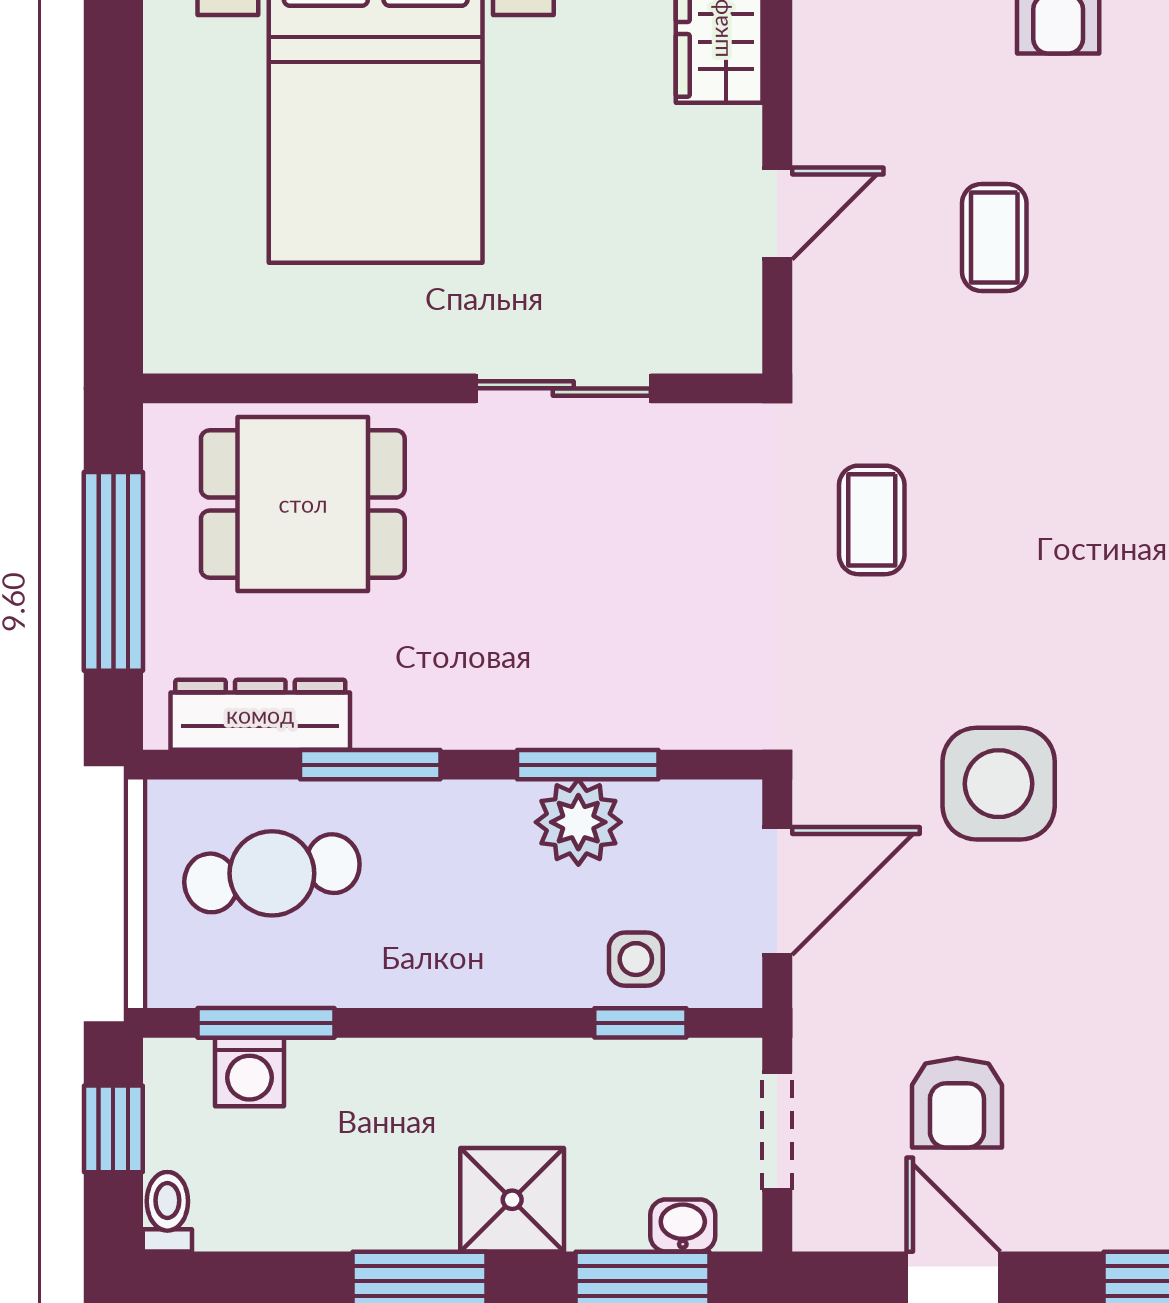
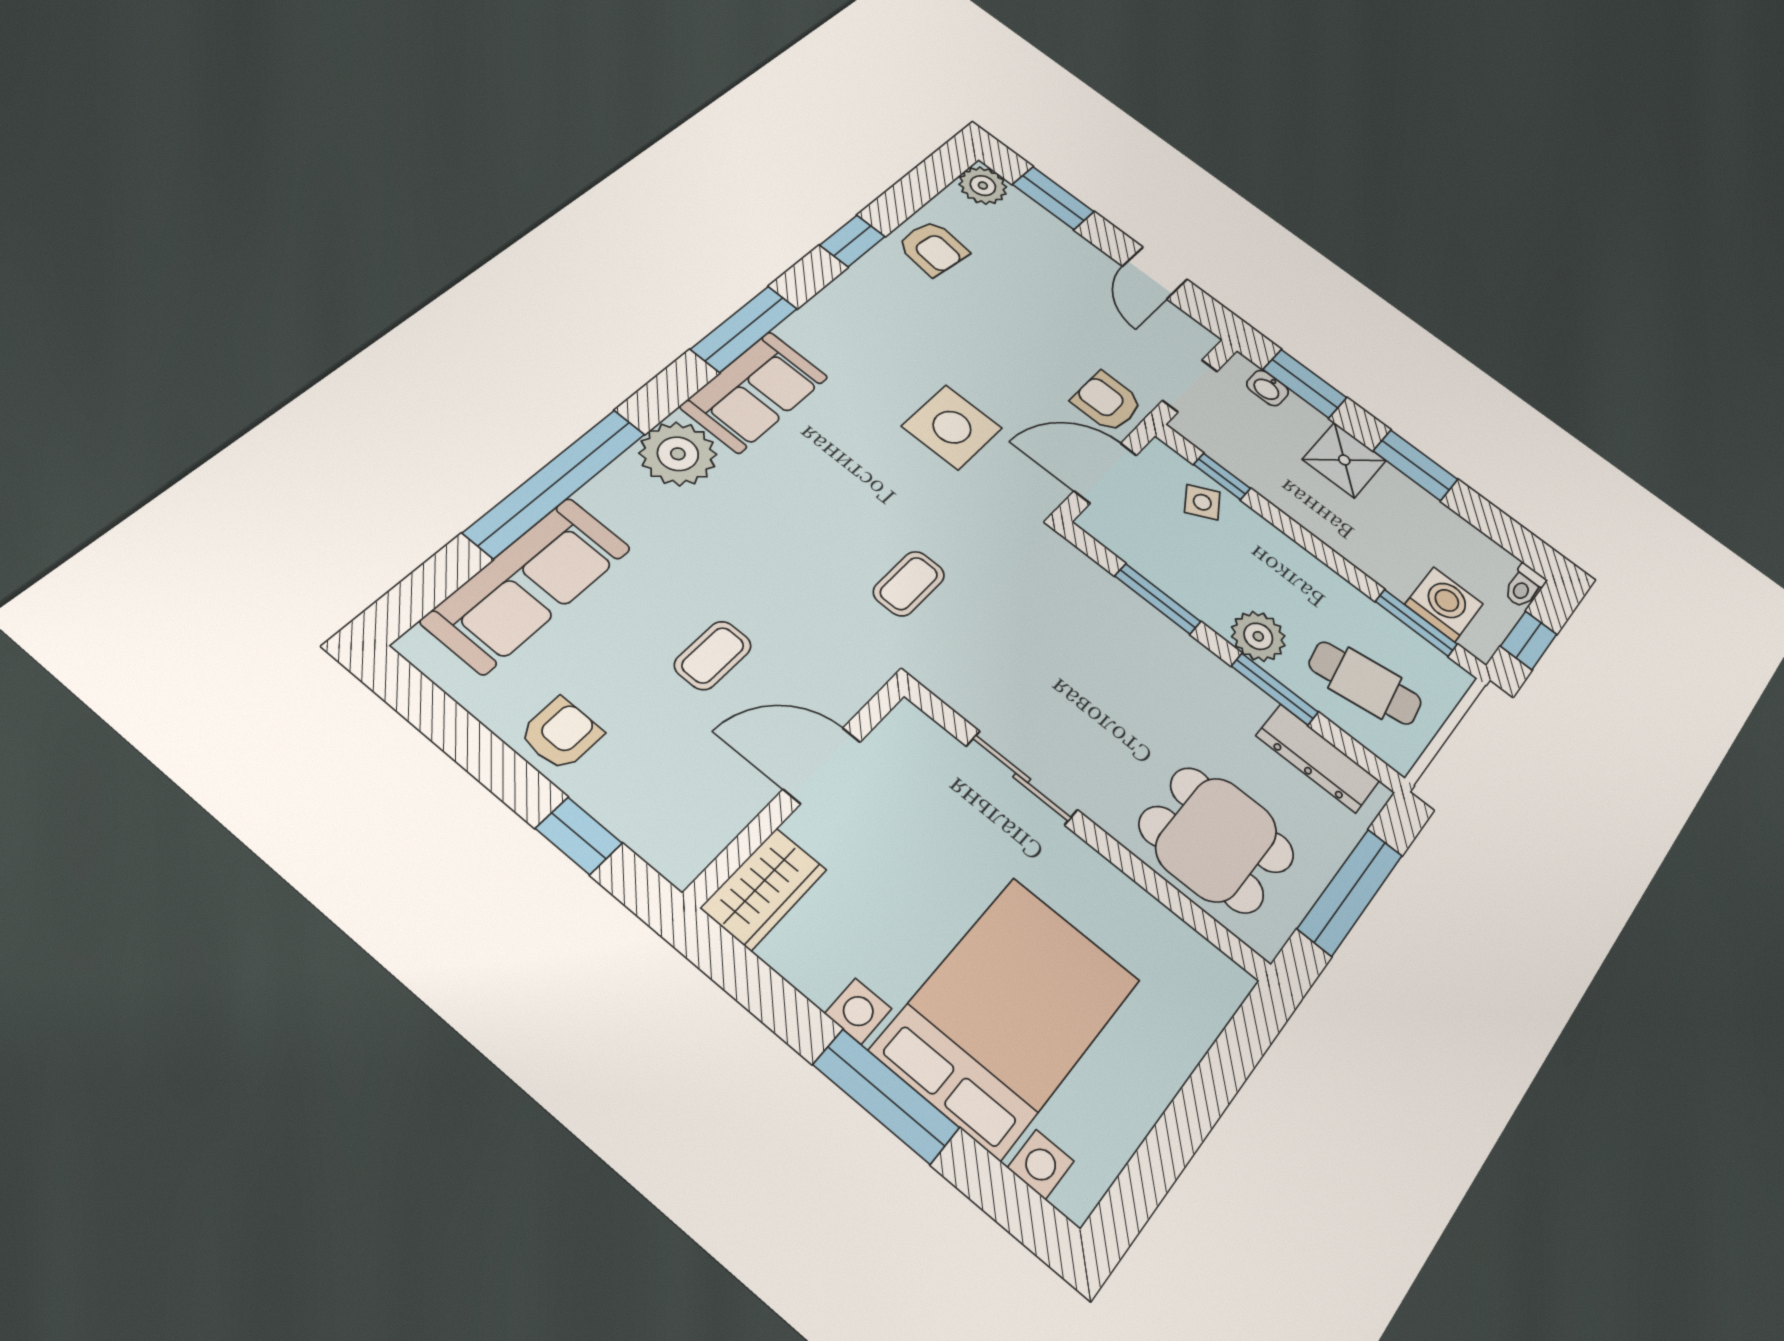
door: (777, 213) -> (822, 765), width x1.38
plant: (578, 822) -> (1258, 636), moved
side table: (636, 959) -> (1202, 502), turned -30
washing machine: (250, 1072) -> (1444, 604), width x1.38, depth x1.38
armchair: (957, 1103) -> (1107, 402), moved, turned -90

